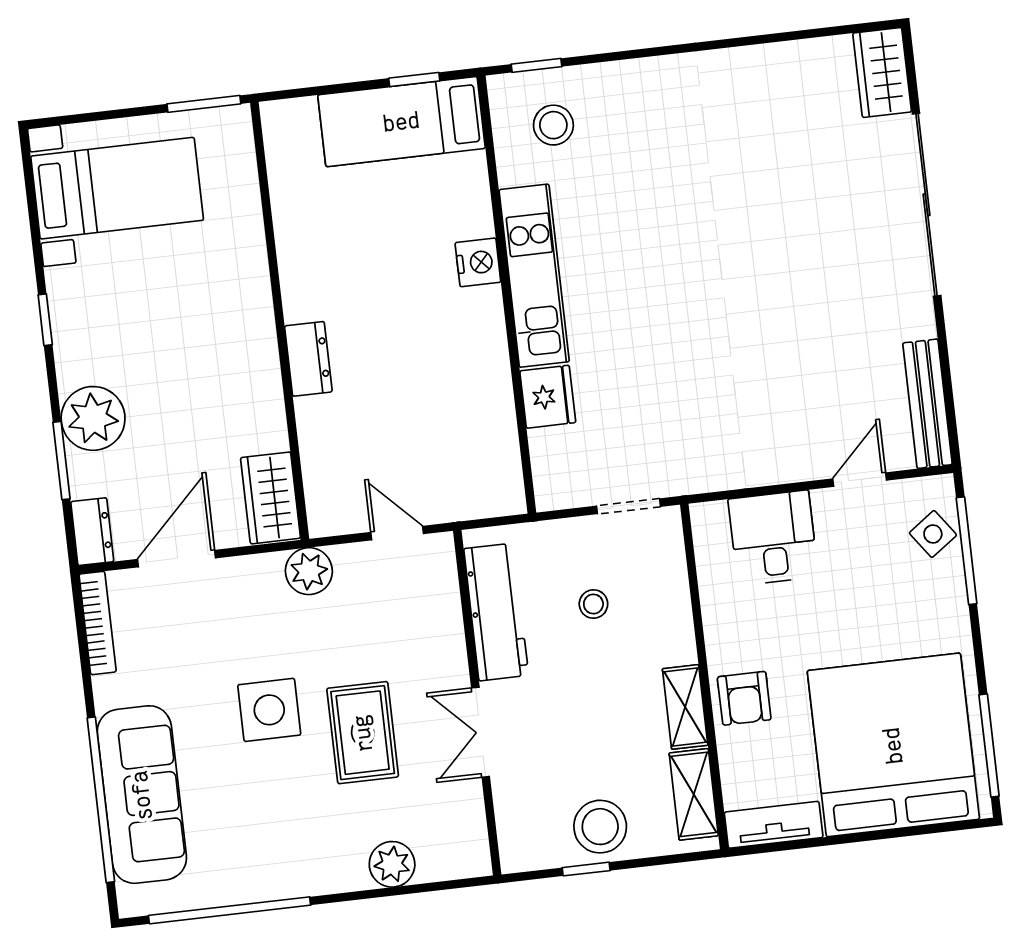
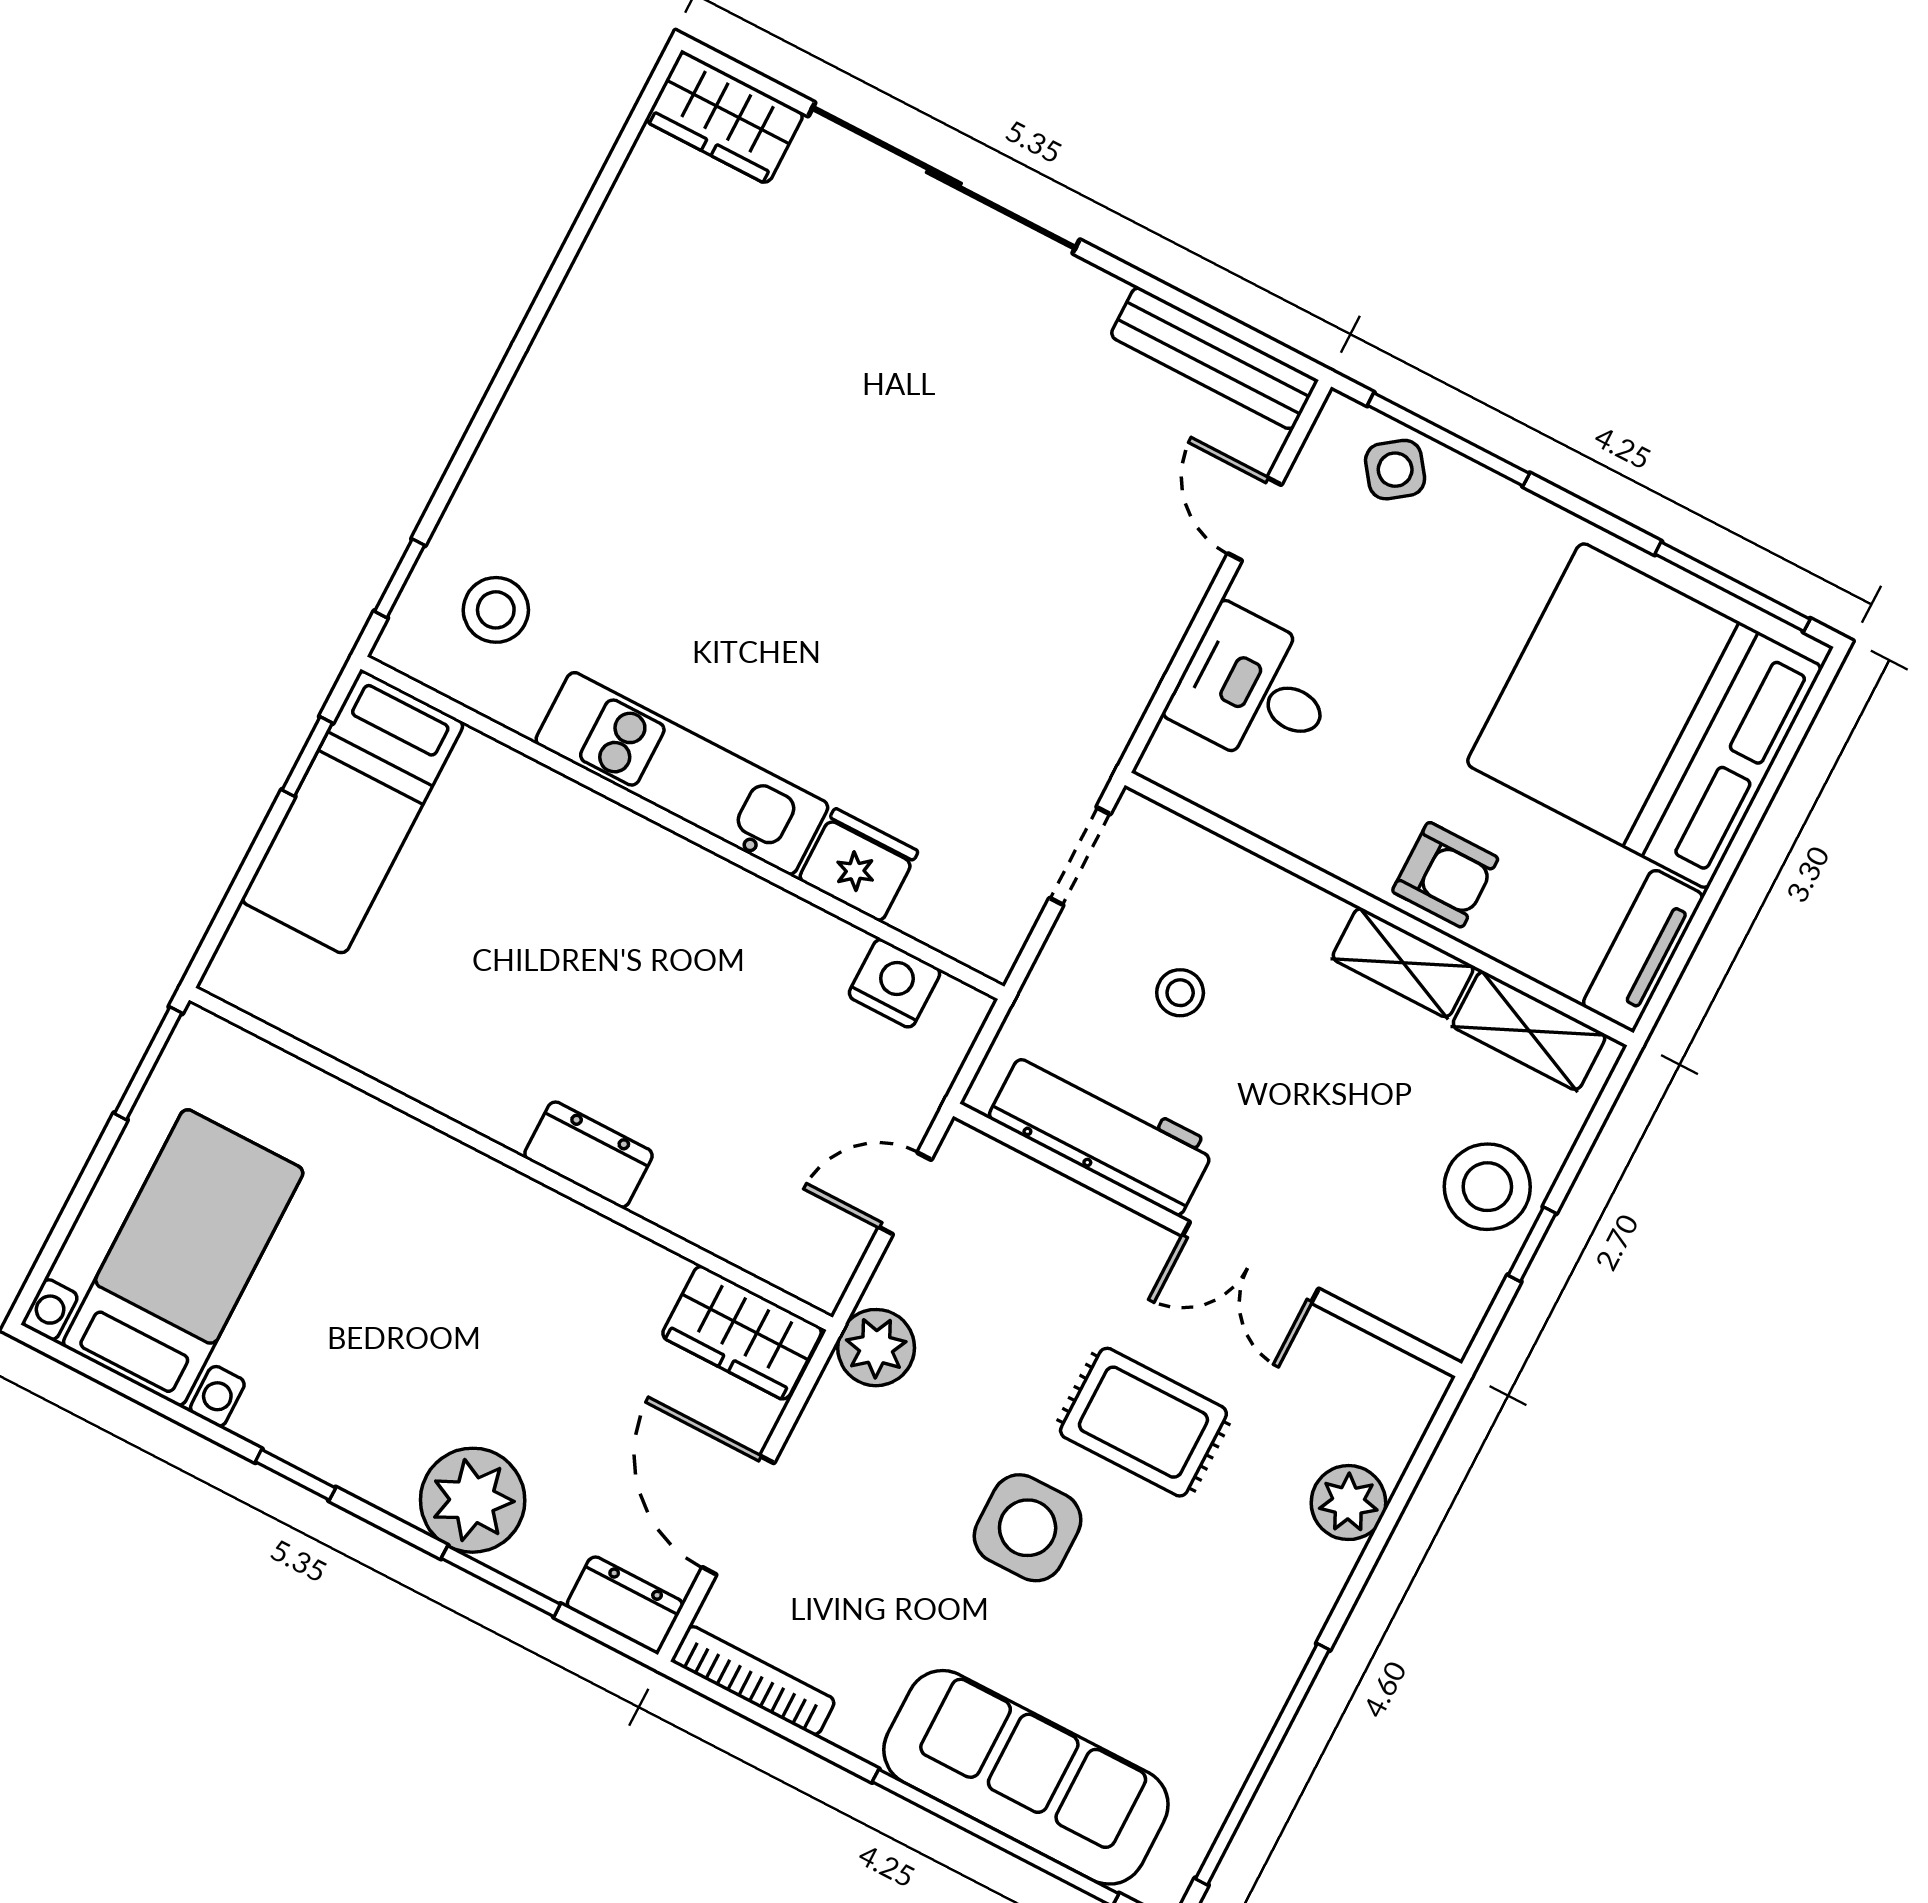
nightstand: (478, 262) -> (894, 983), moved

